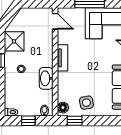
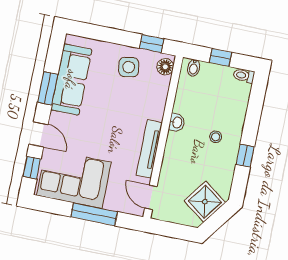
shower: (14, 41) -> (205, 202), moved, turned 36
tv unit: (62, 58) -> (149, 149), width x1.41
washbasin: (46, 78) -> (177, 122), width x0.52, depth x0.69

